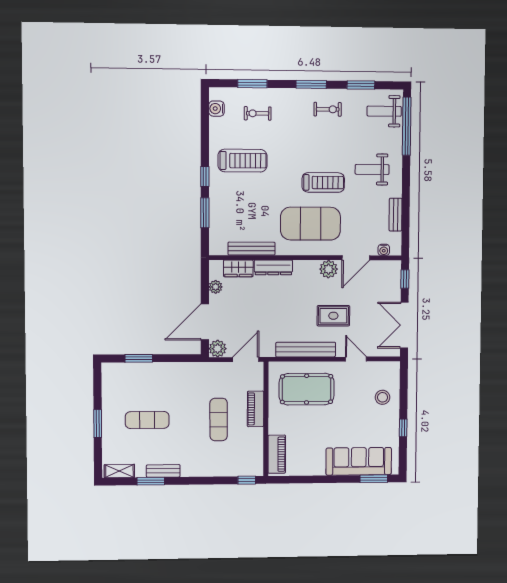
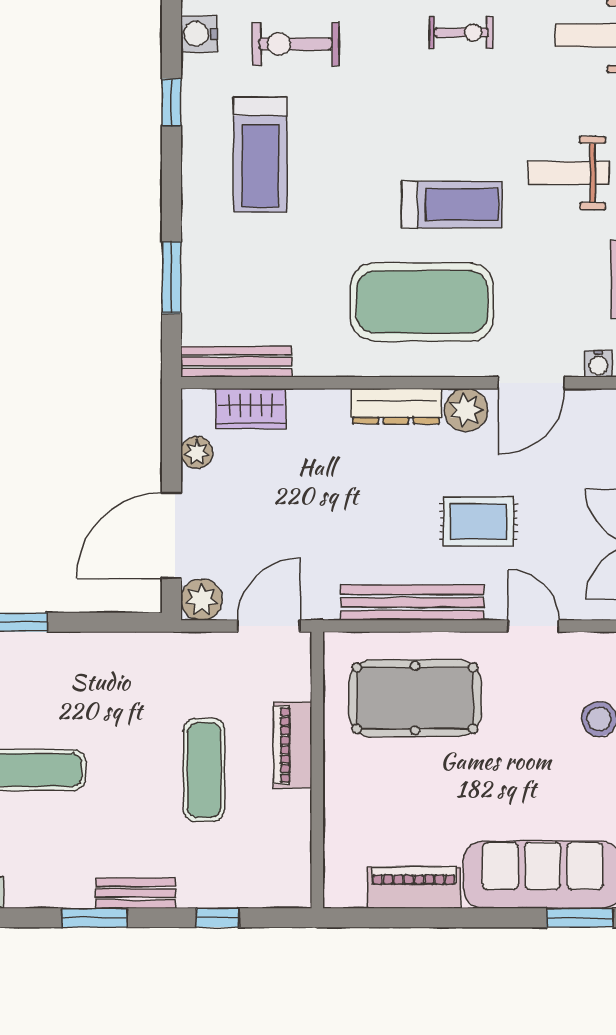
exercise bike: (258, 113) -> (296, 44), width x1.38, depth x1.39
treadmill: (243, 161) -> (260, 155), turned 90
window: (205, 177) -> (171, 102), moved
bench: (251, 249) -> (236, 362), moved
dresser: (273, 267) -> (396, 406), moved
piano: (277, 454) -> (414, 887), moved, turned -90
bench: (163, 471) -> (135, 893), moved
window: (247, 480) -> (218, 918), moved
window: (151, 481) -> (94, 918), moved

